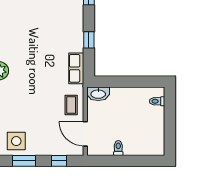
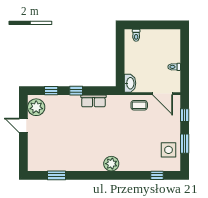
window: (89, 40) -> (76, 91), moved
row of seats: (76, 68) -> (93, 101), moved
door: (85, 134) -> (163, 94), hinge flipped

